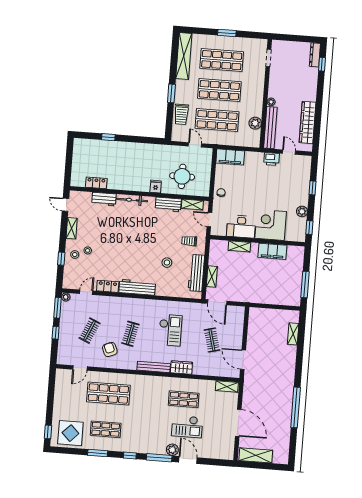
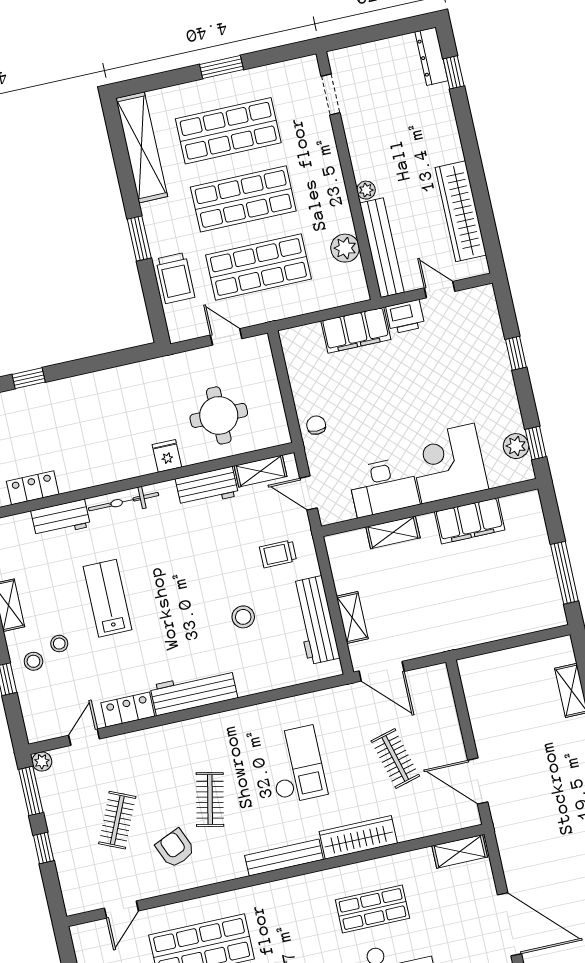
filing cabinet: (230, 157) -> (356, 330), moved
plant: (302, 211) -> (516, 446), moved
lab bench: (113, 238) -> (108, 598), added
wardrobe: (181, 368) -> (358, 837), width x1.50

